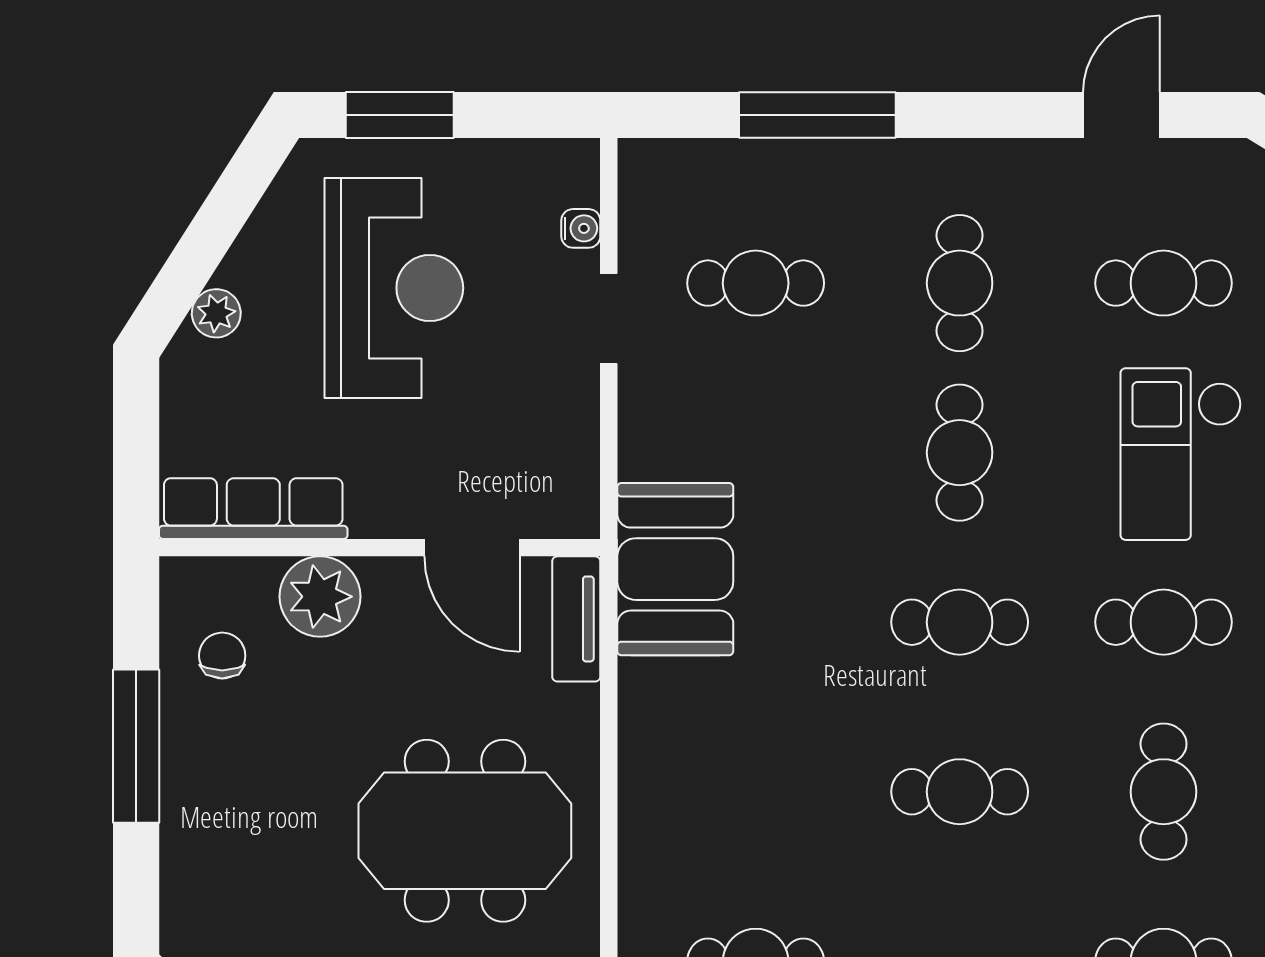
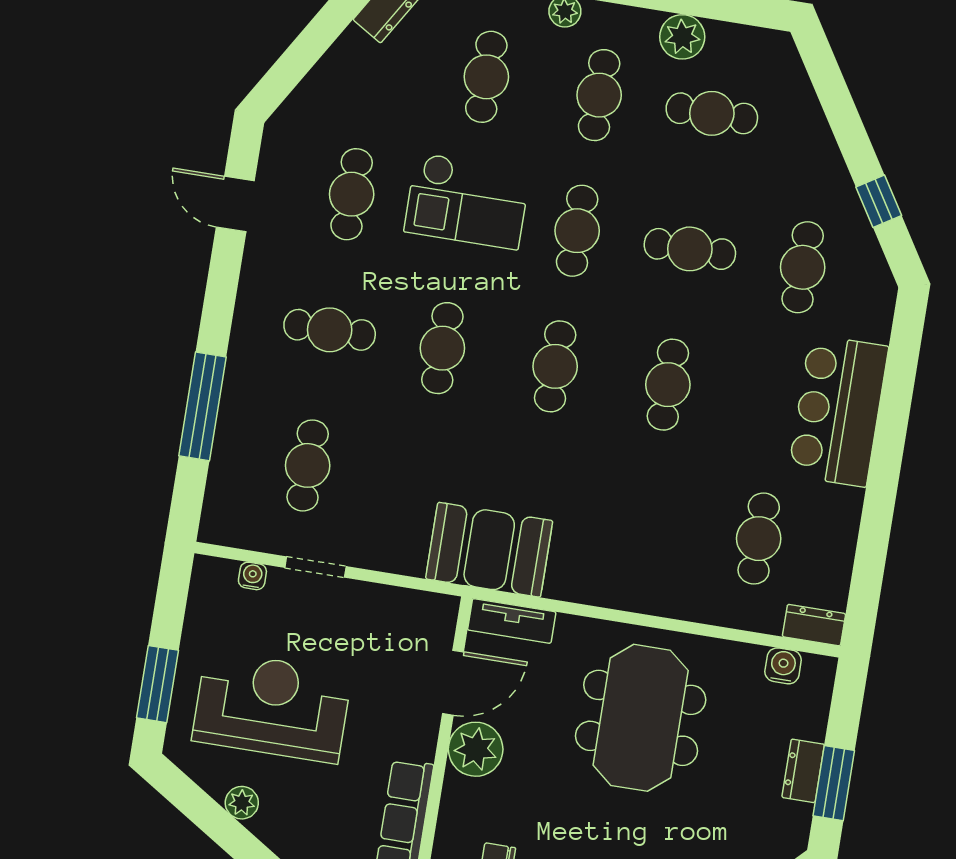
plant: (216, 313) -> (242, 803), moved
cafe table: (960, 453) -> (442, 348), turned 90
plant: (320, 597) -> (476, 749), moved

